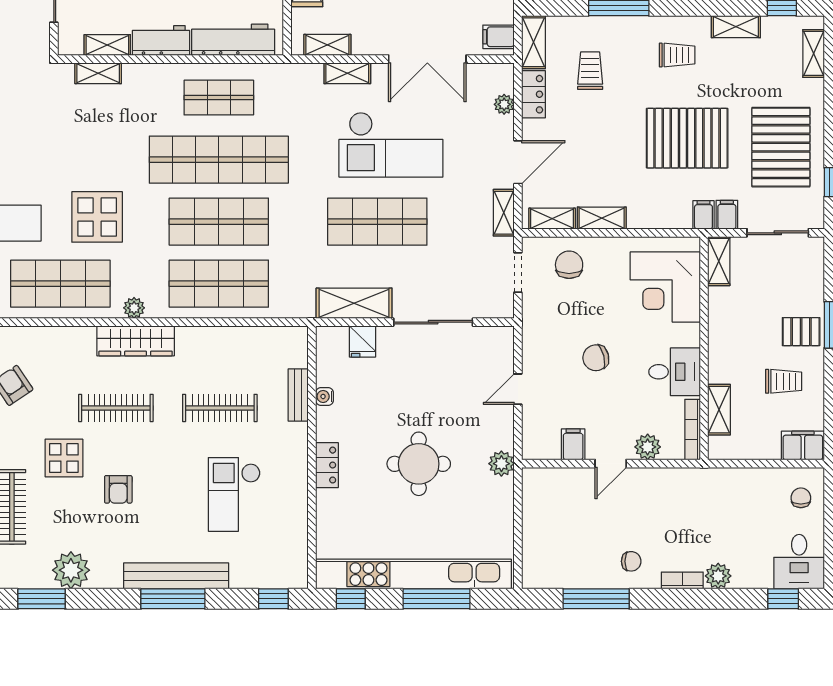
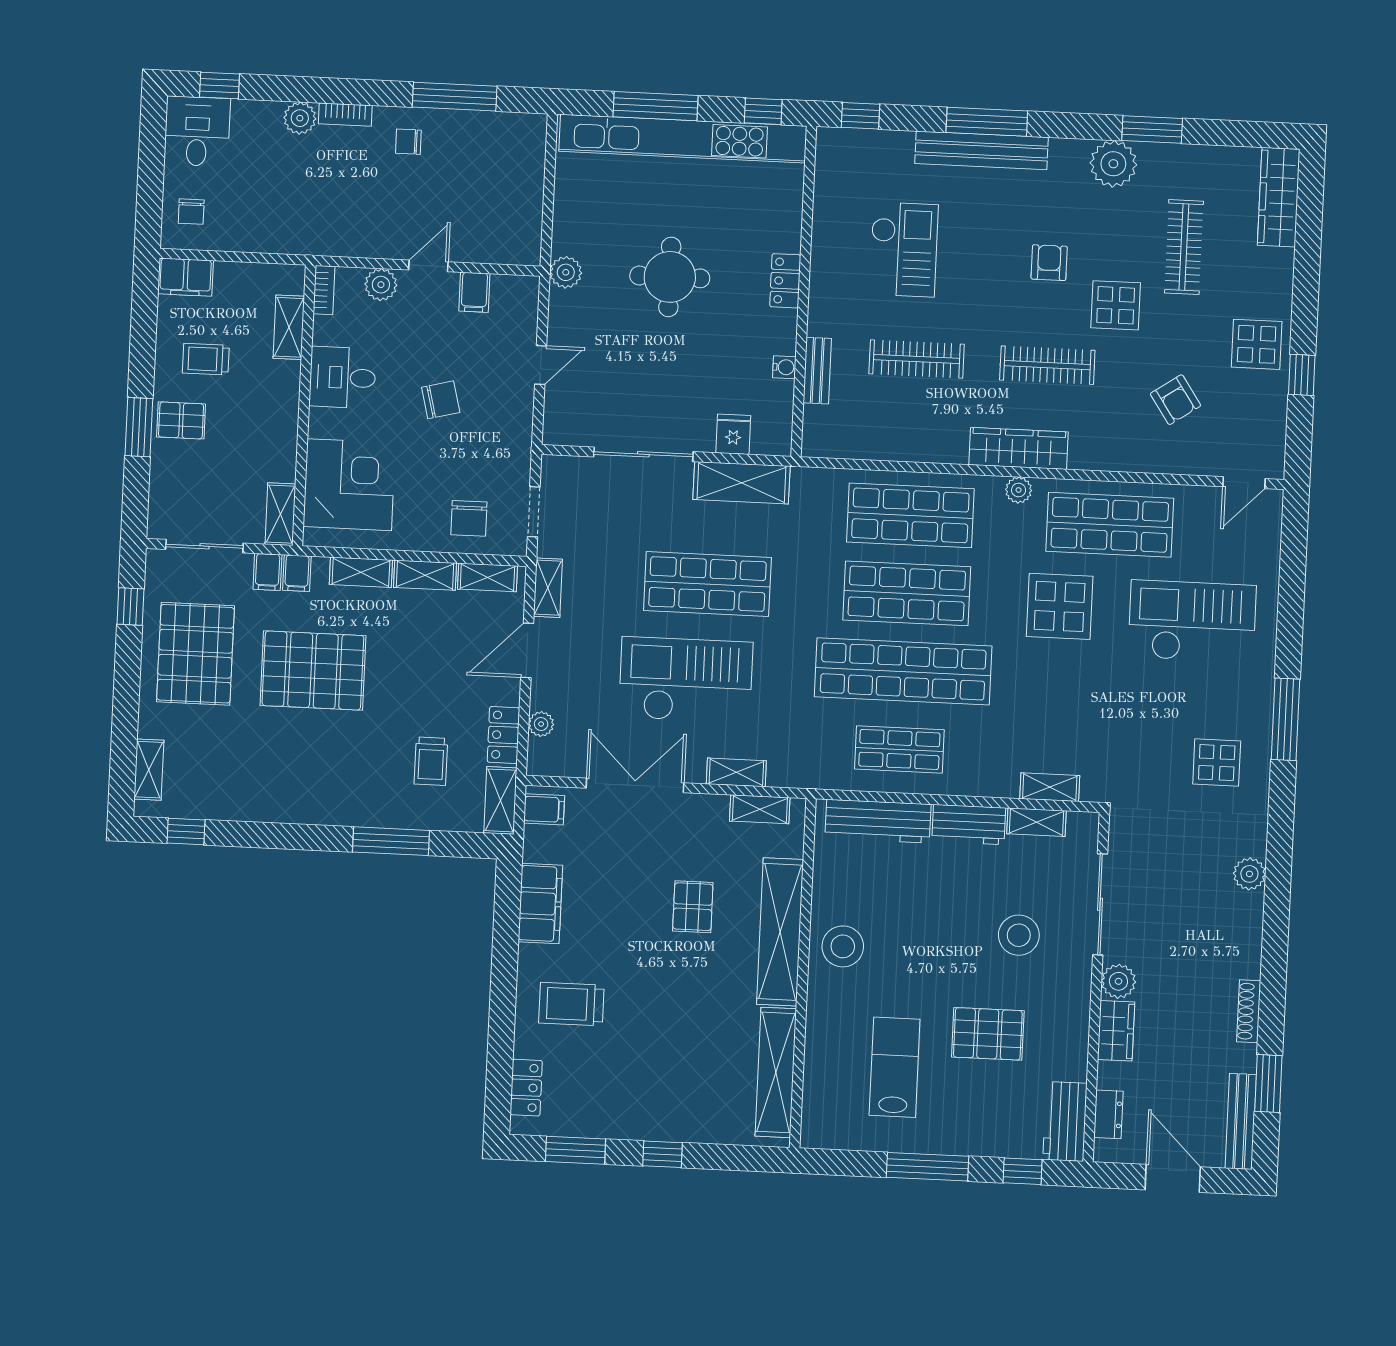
shelving: (736, 27) -> (361, 572), moved
trolley: (677, 55) -> (321, 776), removed
bookcase: (693, 430) -> (324, 290), width x0.64

